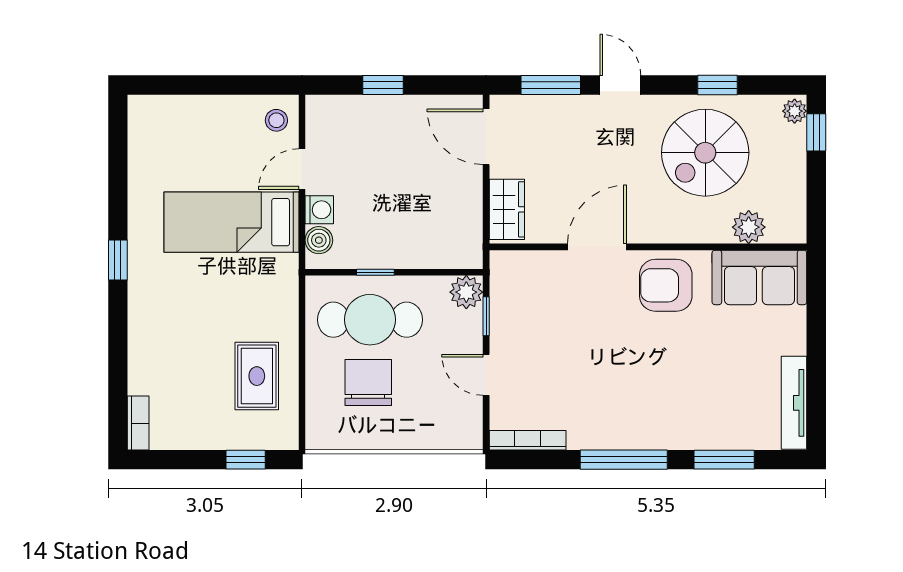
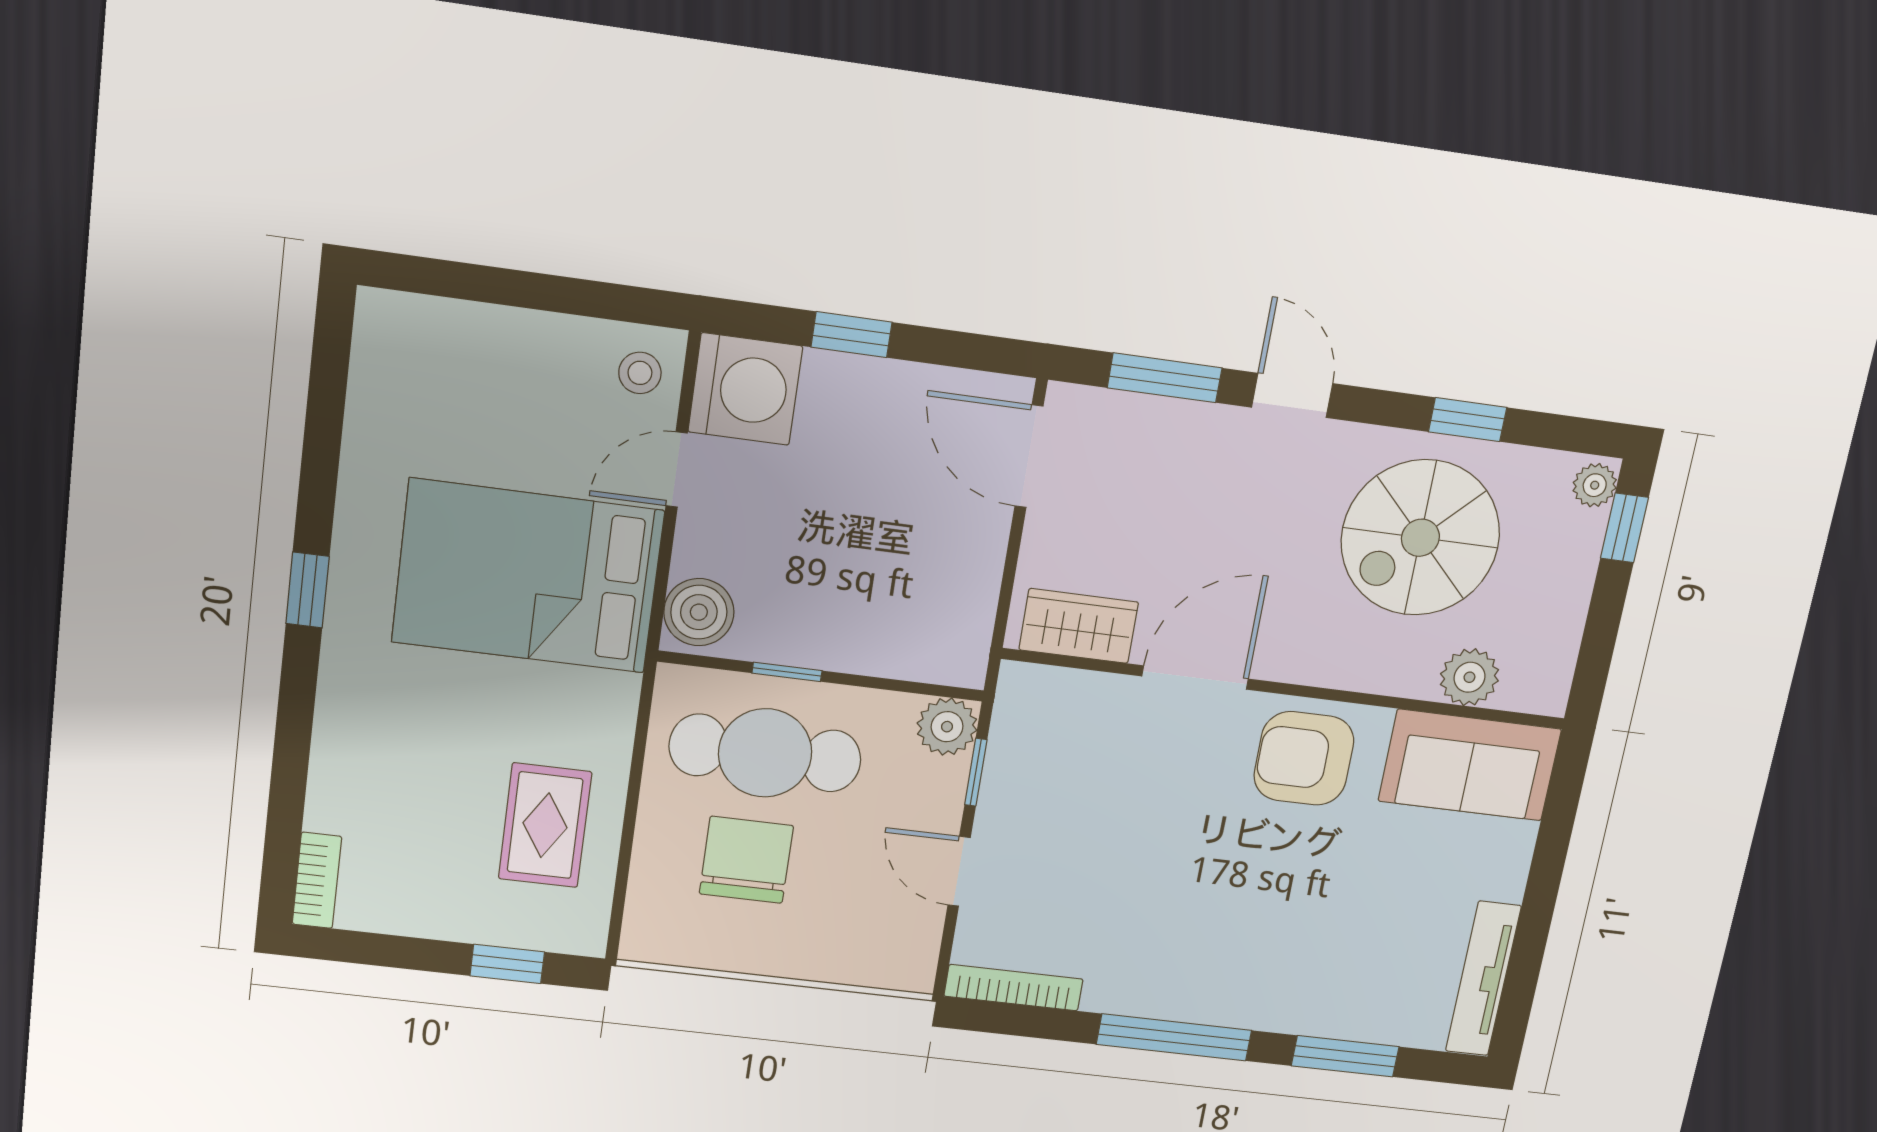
wardrobe: (507, 209) -> (1079, 626), moved, turned -90
washing machine: (319, 210) -> (745, 389), moved, width x1.89, depth x1.89
bed: (231, 222) -> (528, 576), width x1.50
boiler: (319, 240) -> (699, 612), width x1.36, depth x1.36

